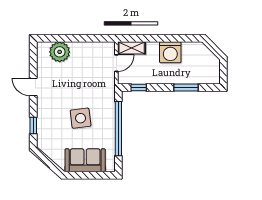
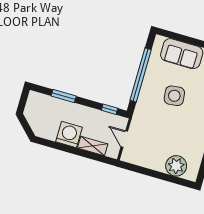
shelving: (132, 48) -> (93, 146), moved
door: (116, 63) -> (124, 139), hinge flipped

